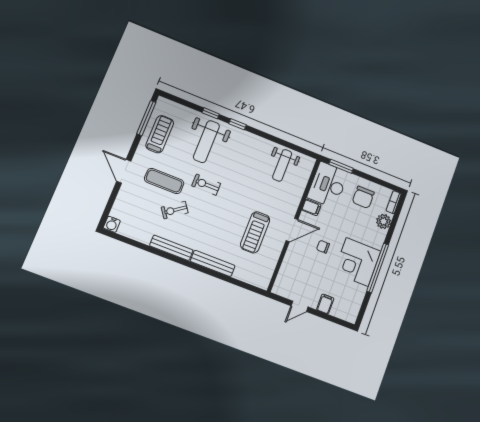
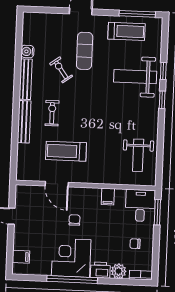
weight bench: (282, 165) -> (138, 155), turned -90
exercise bike: (206, 185) -> (52, 113), moved
desk: (328, 185) -> (140, 206), width x0.73
chair: (363, 197) -> (135, 244), width x0.54, depth x0.54
water cooler: (112, 224) -> (27, 51), moved
door: (292, 230) -> (57, 184), moved
printer: (377, 238) -> (100, 270), added
filing cabinet: (325, 304) -> (21, 257), moved

